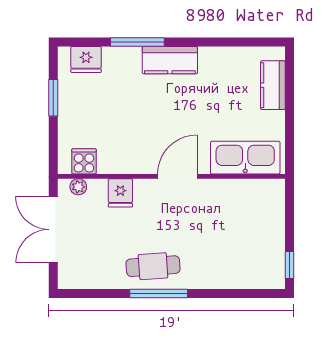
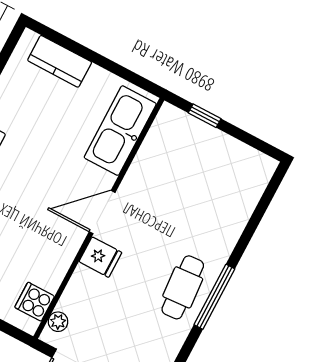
door: (177, 176) -> (102, 212), hinge flipped
fridge: (120, 193) -> (100, 257), moved
window: (290, 265) -> (205, 116), moved

